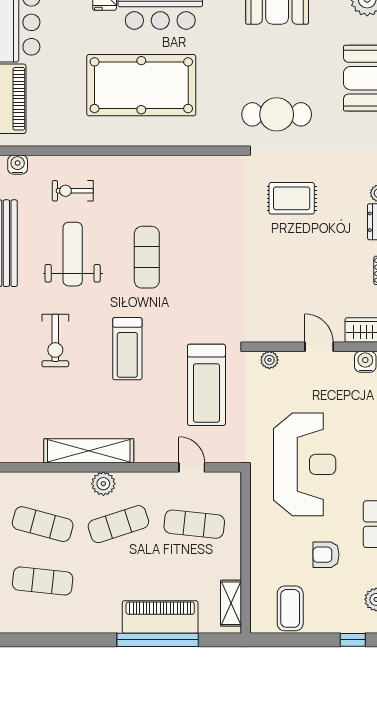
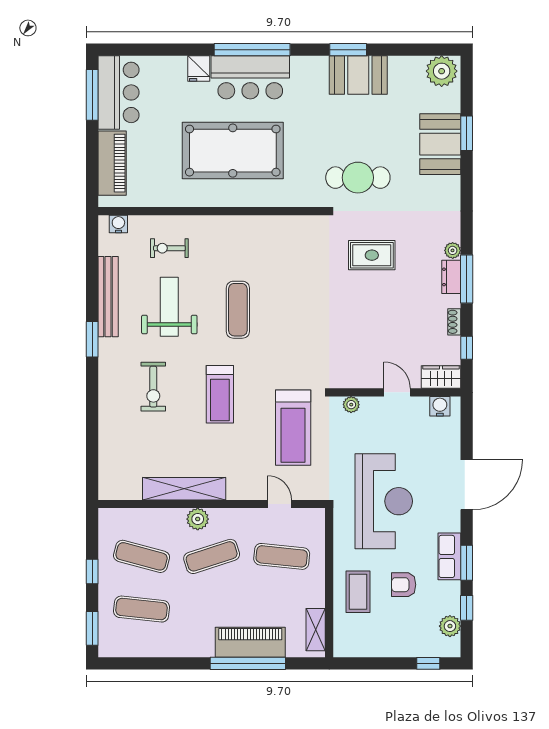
coffee table: (290, 608) -> (358, 592), moved

